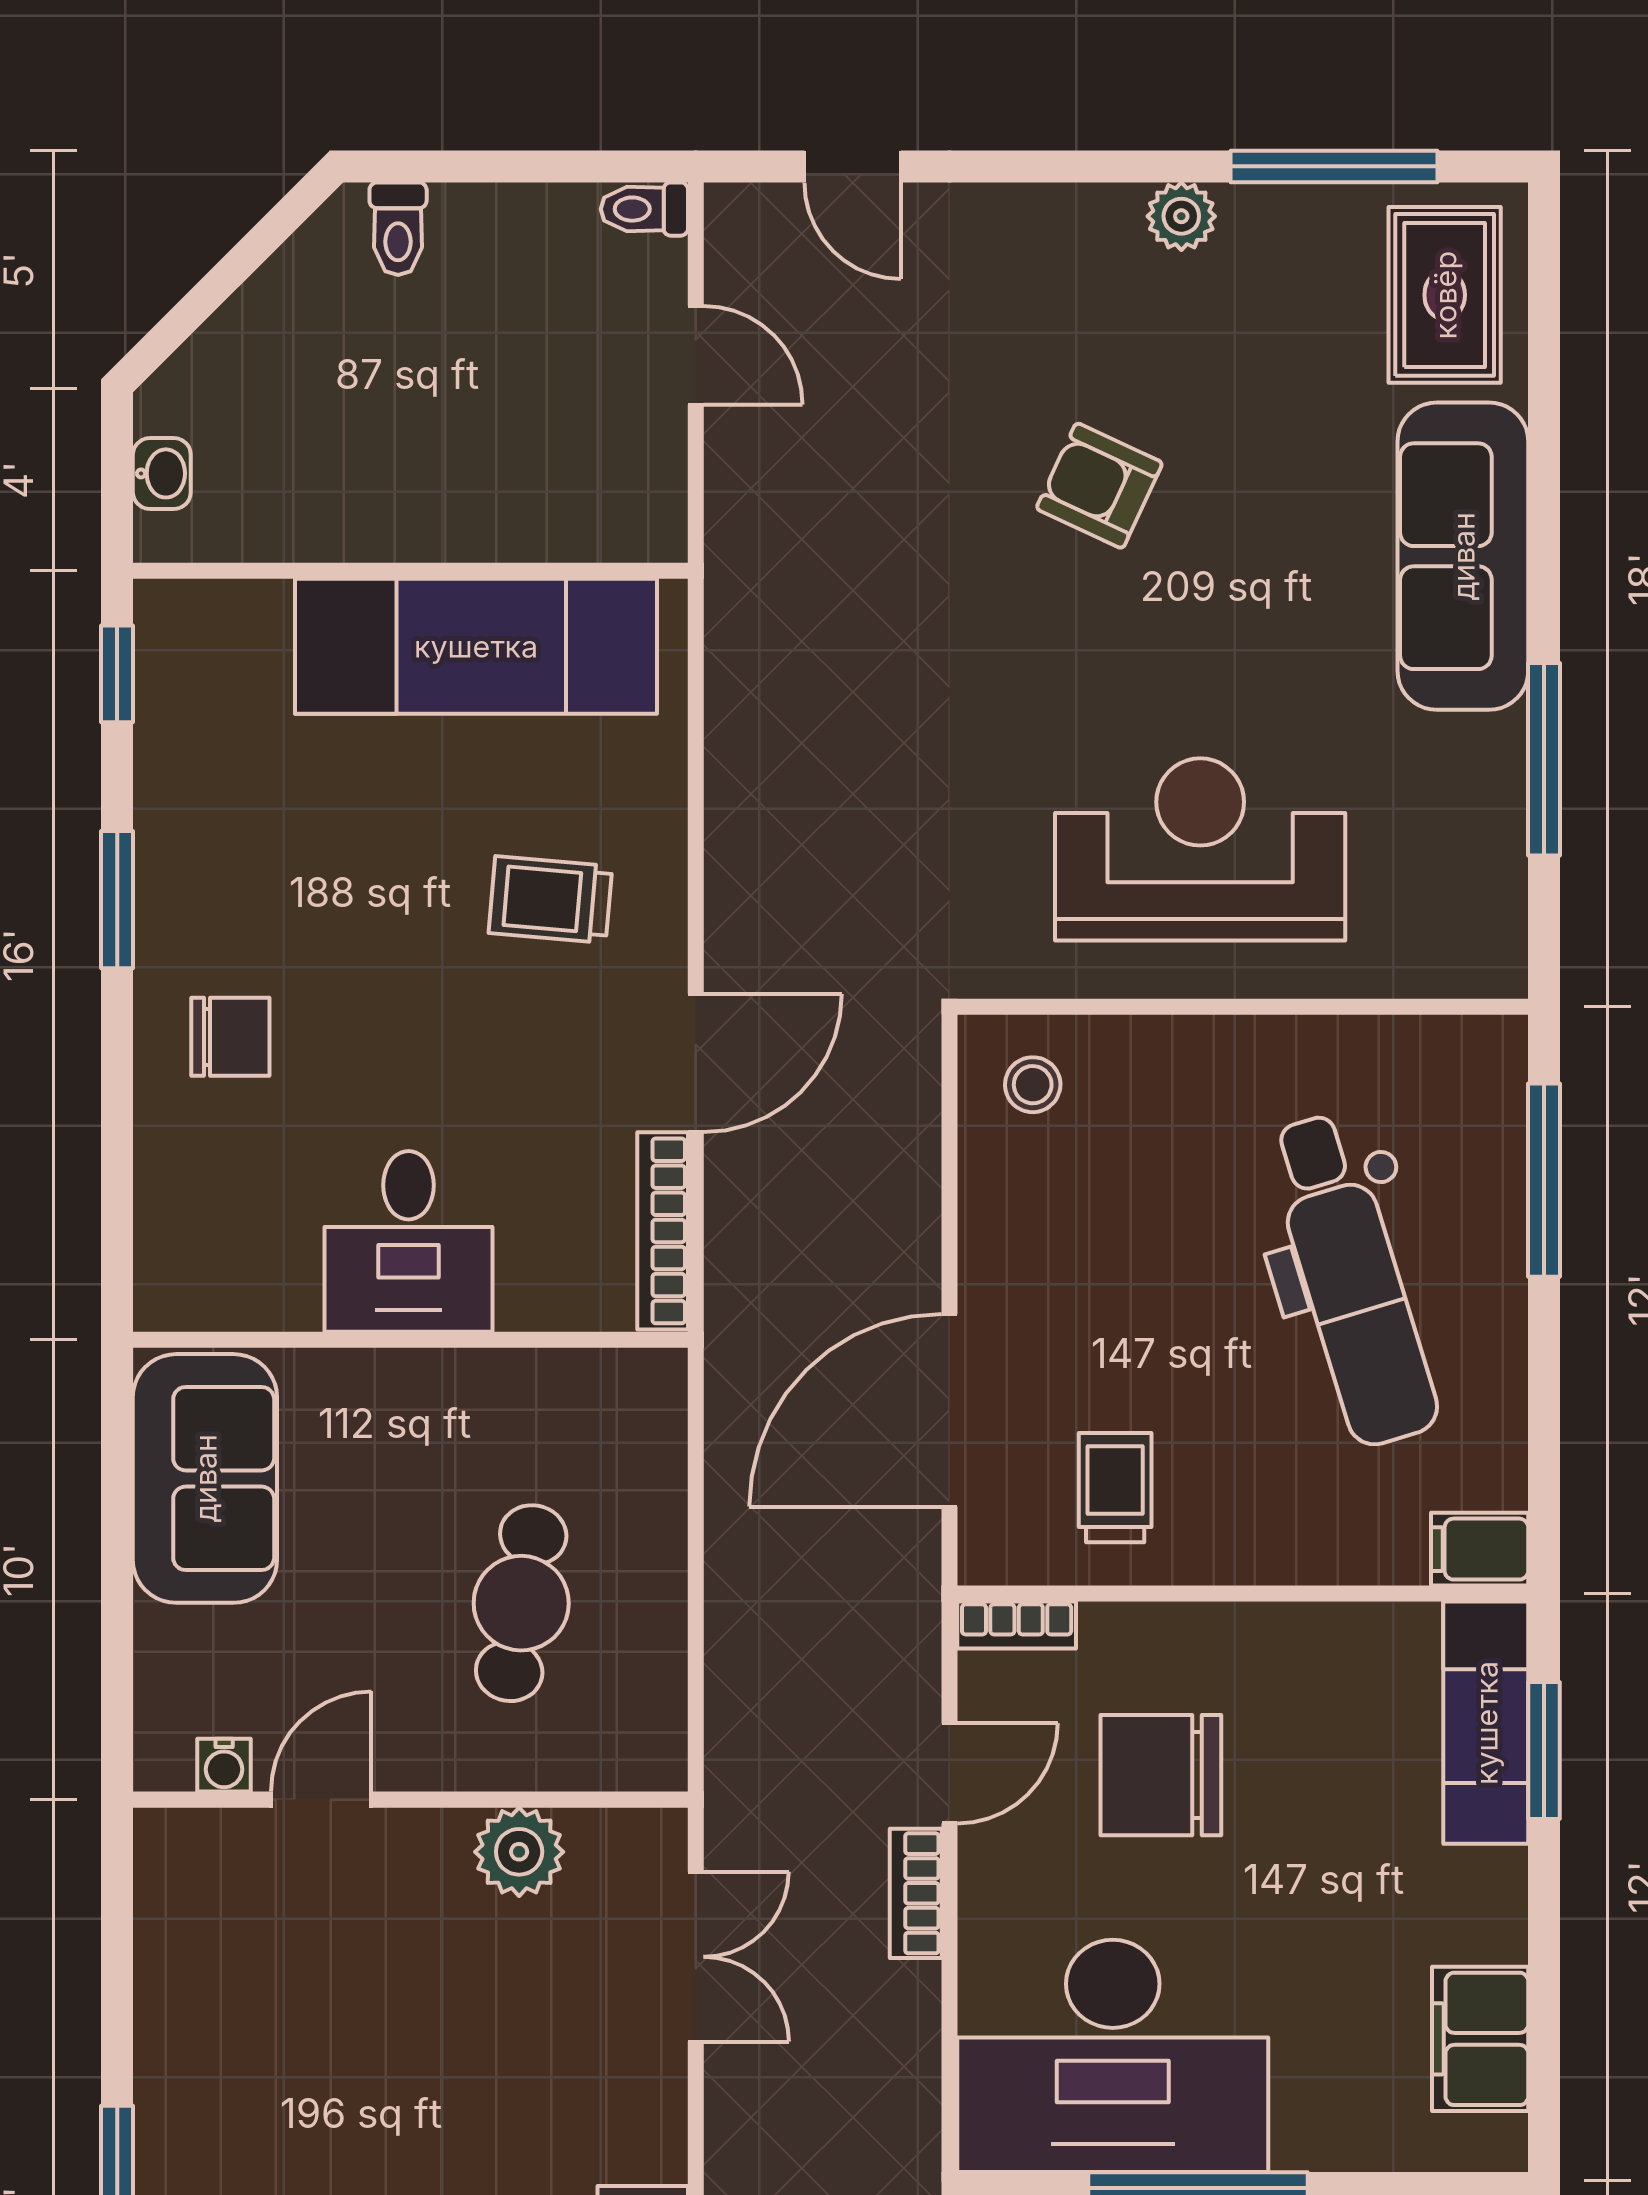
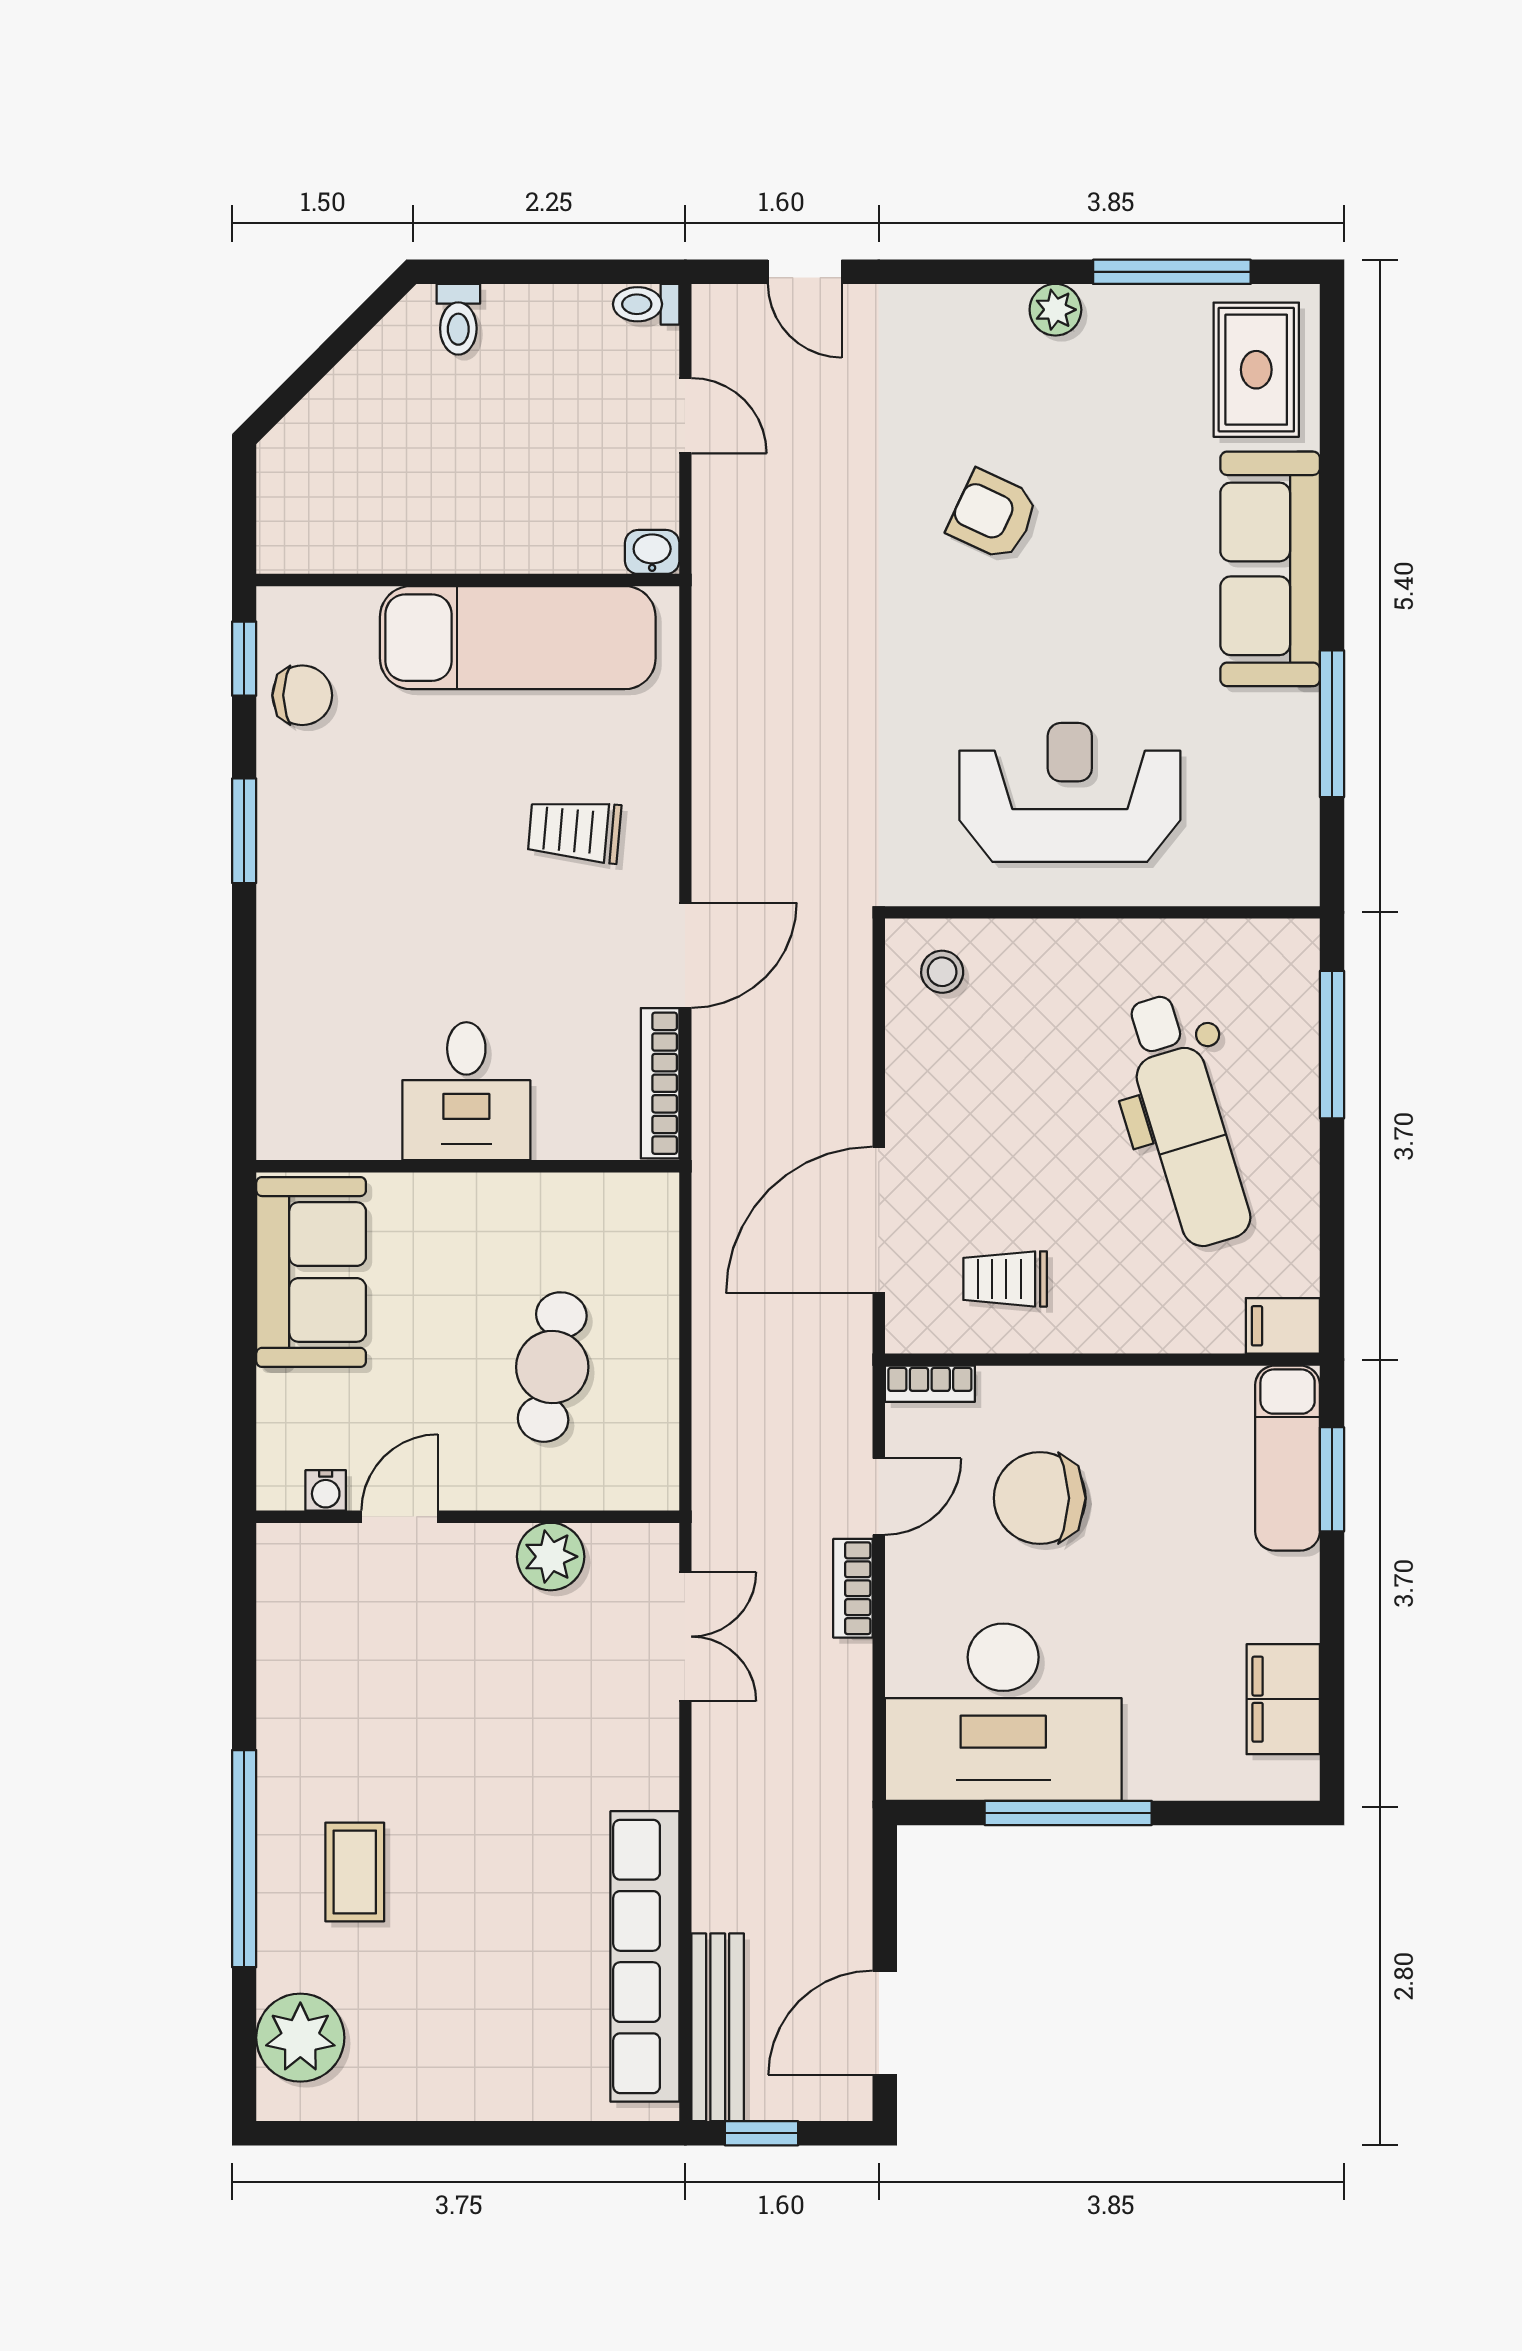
washbasin: (162, 473) -> (652, 552), moved, turned -90
chair: (230, 1037) -> (302, 695), moved
trolley: (1115, 1488) -> (1005, 1279), turned -90

